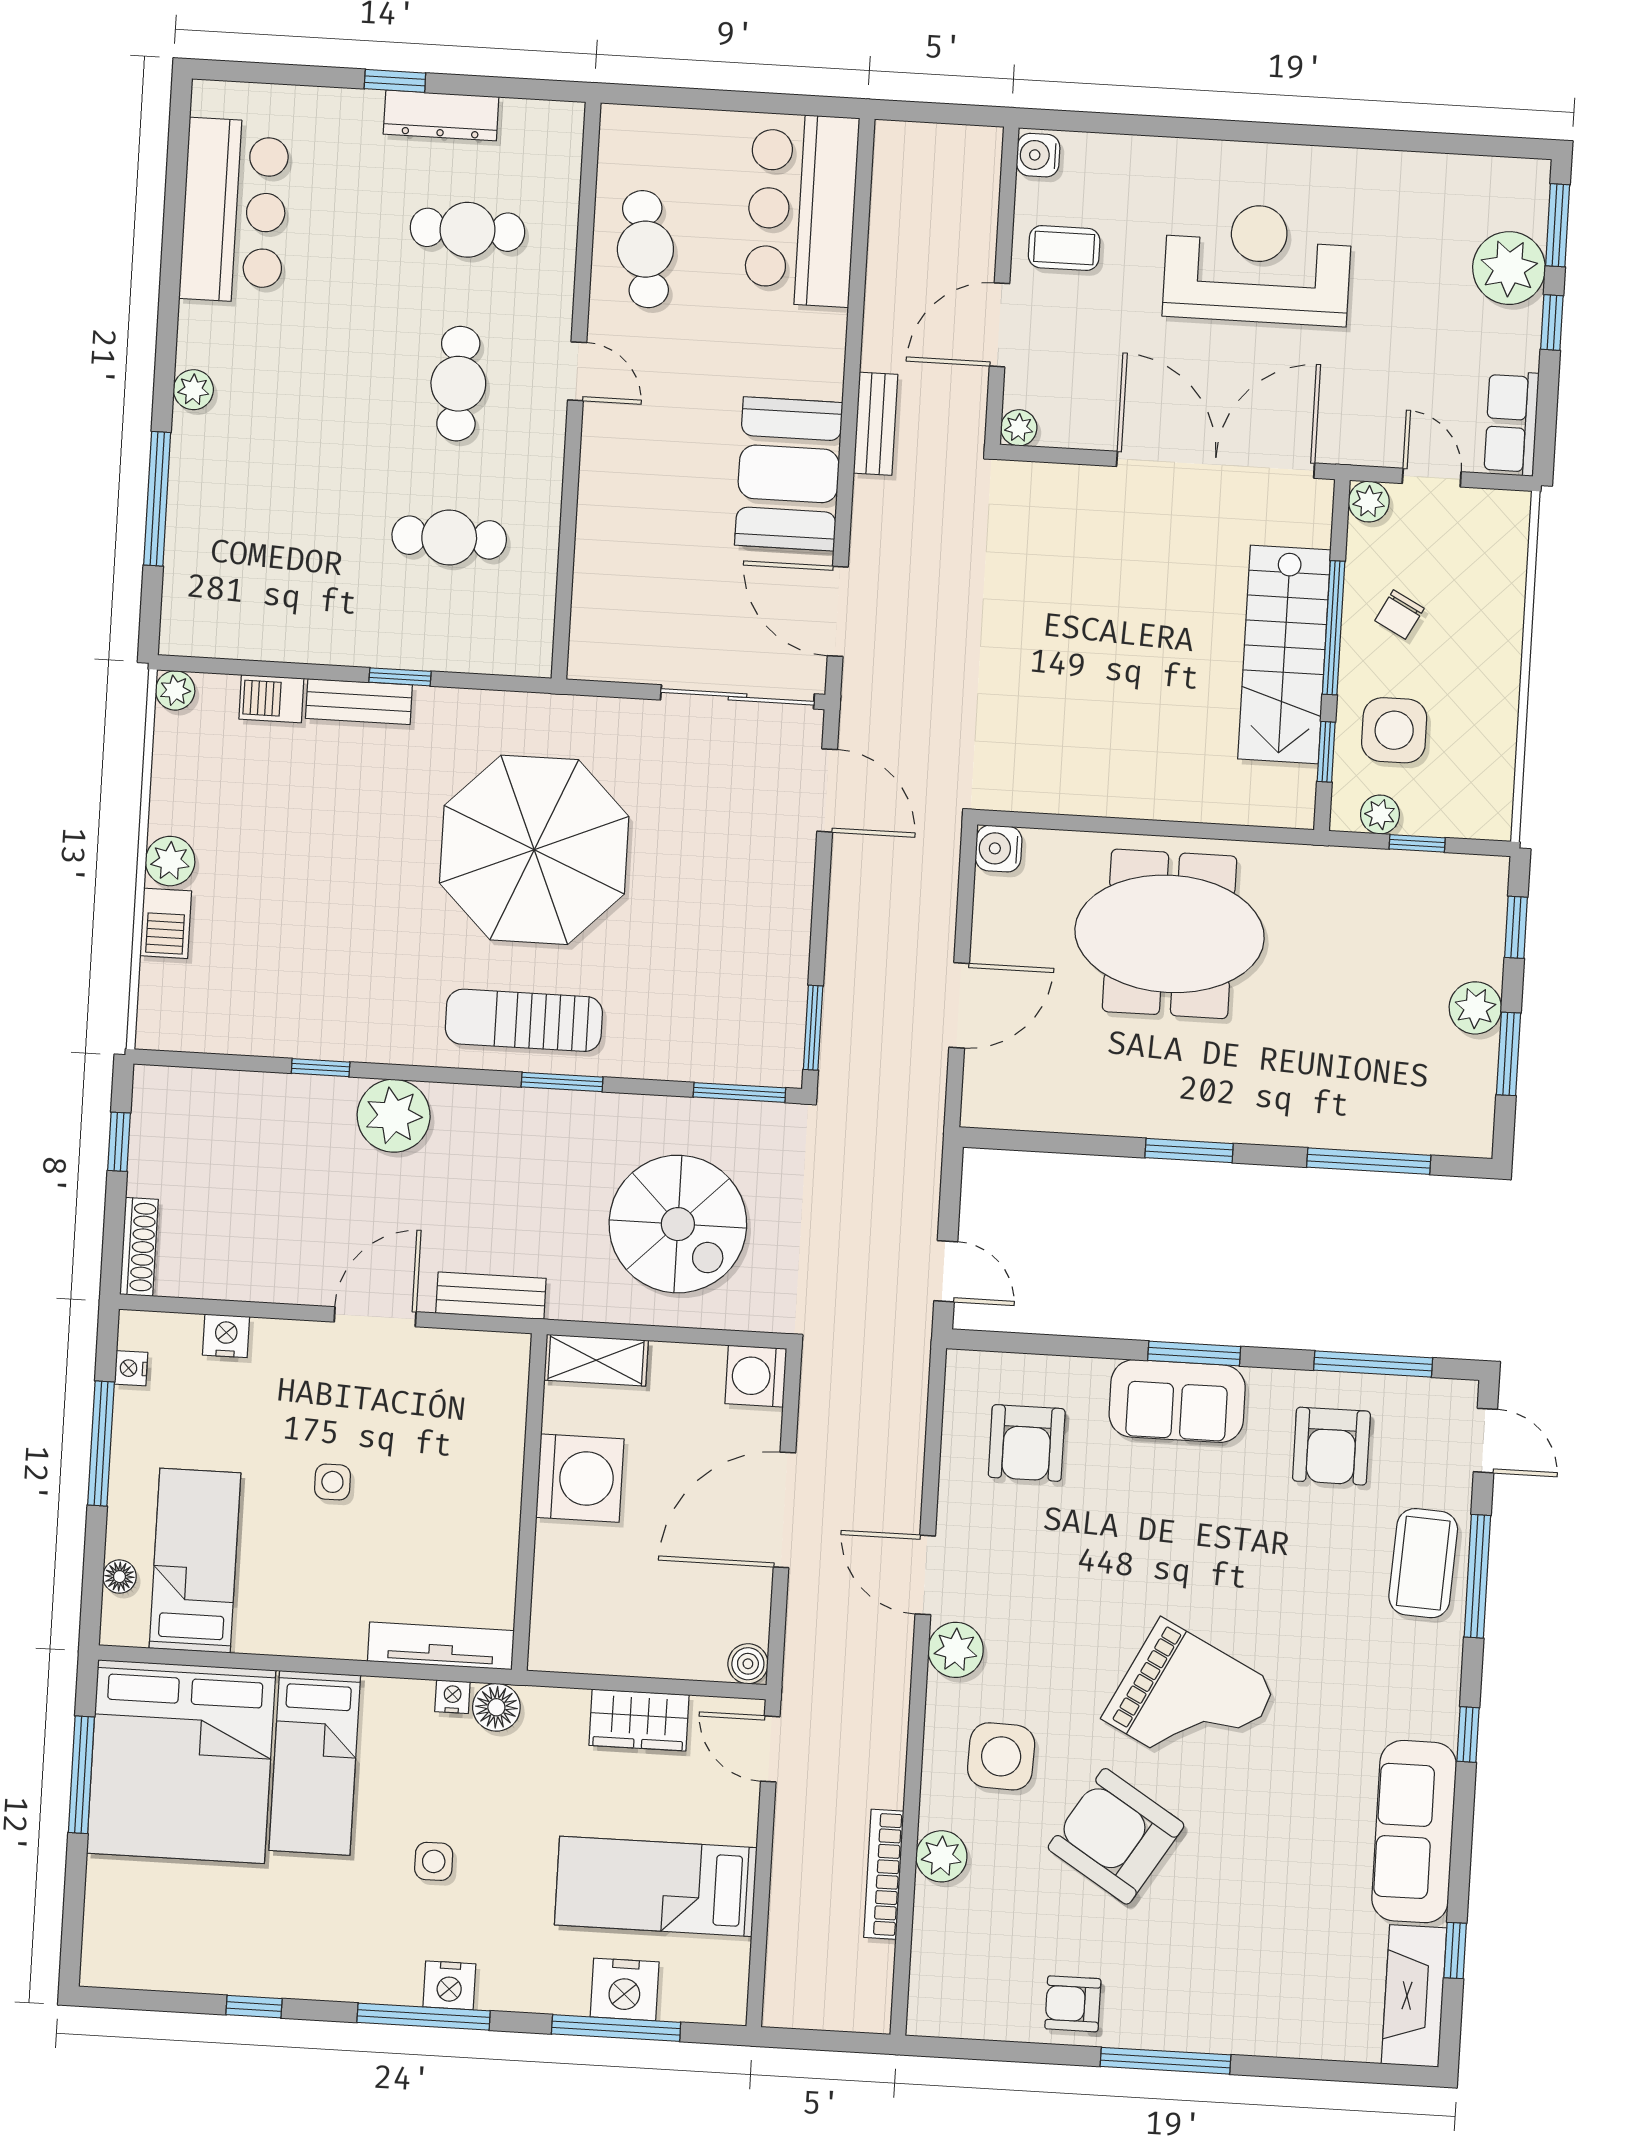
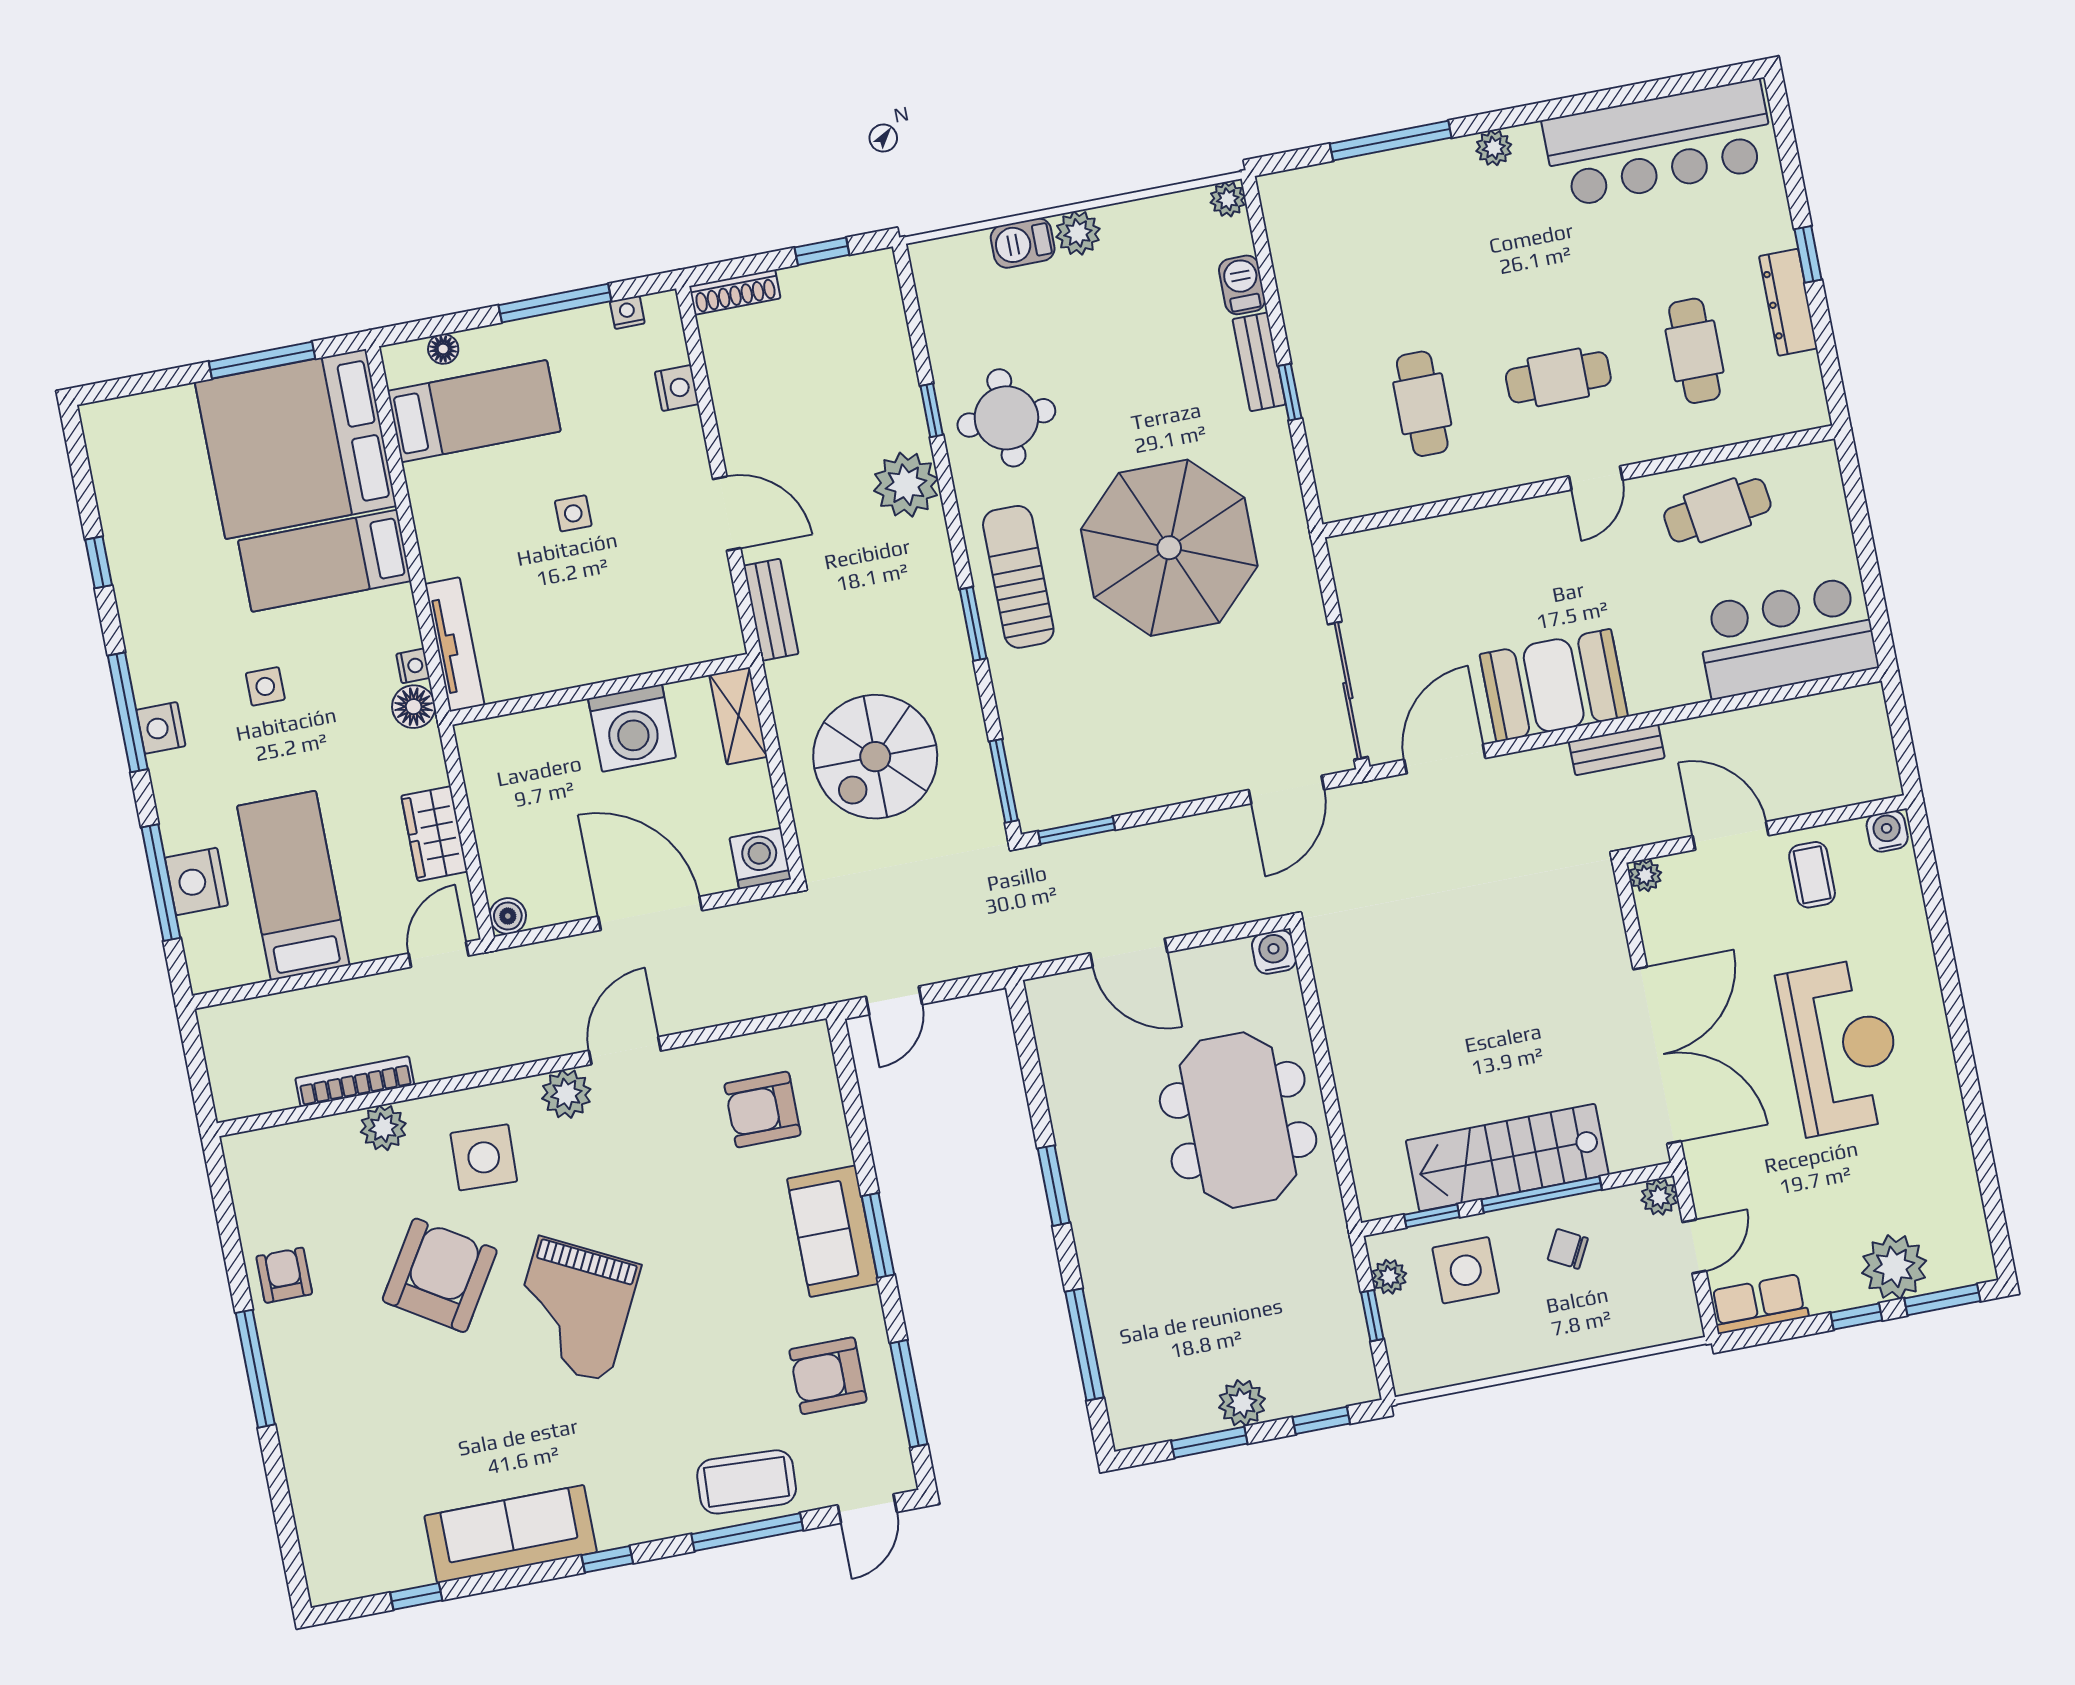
bar counter: (234, 211) -> (1659, 144), width x1.36
round table: (349, 989) -> (1006, 418), added
fireplace: (1414, 1996) -> (367, 1571), removed

